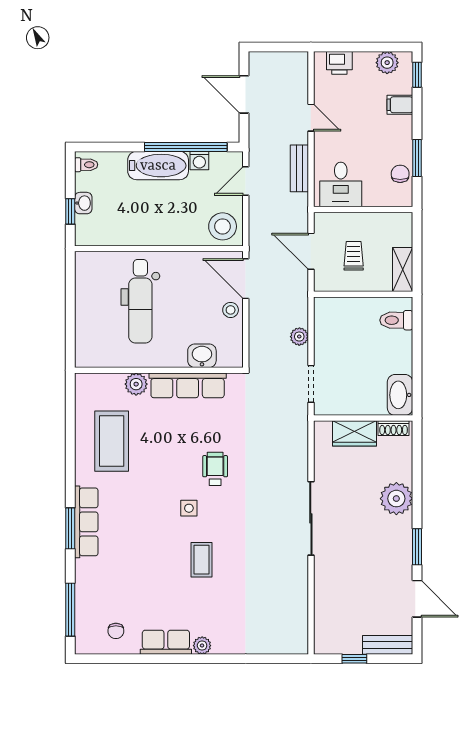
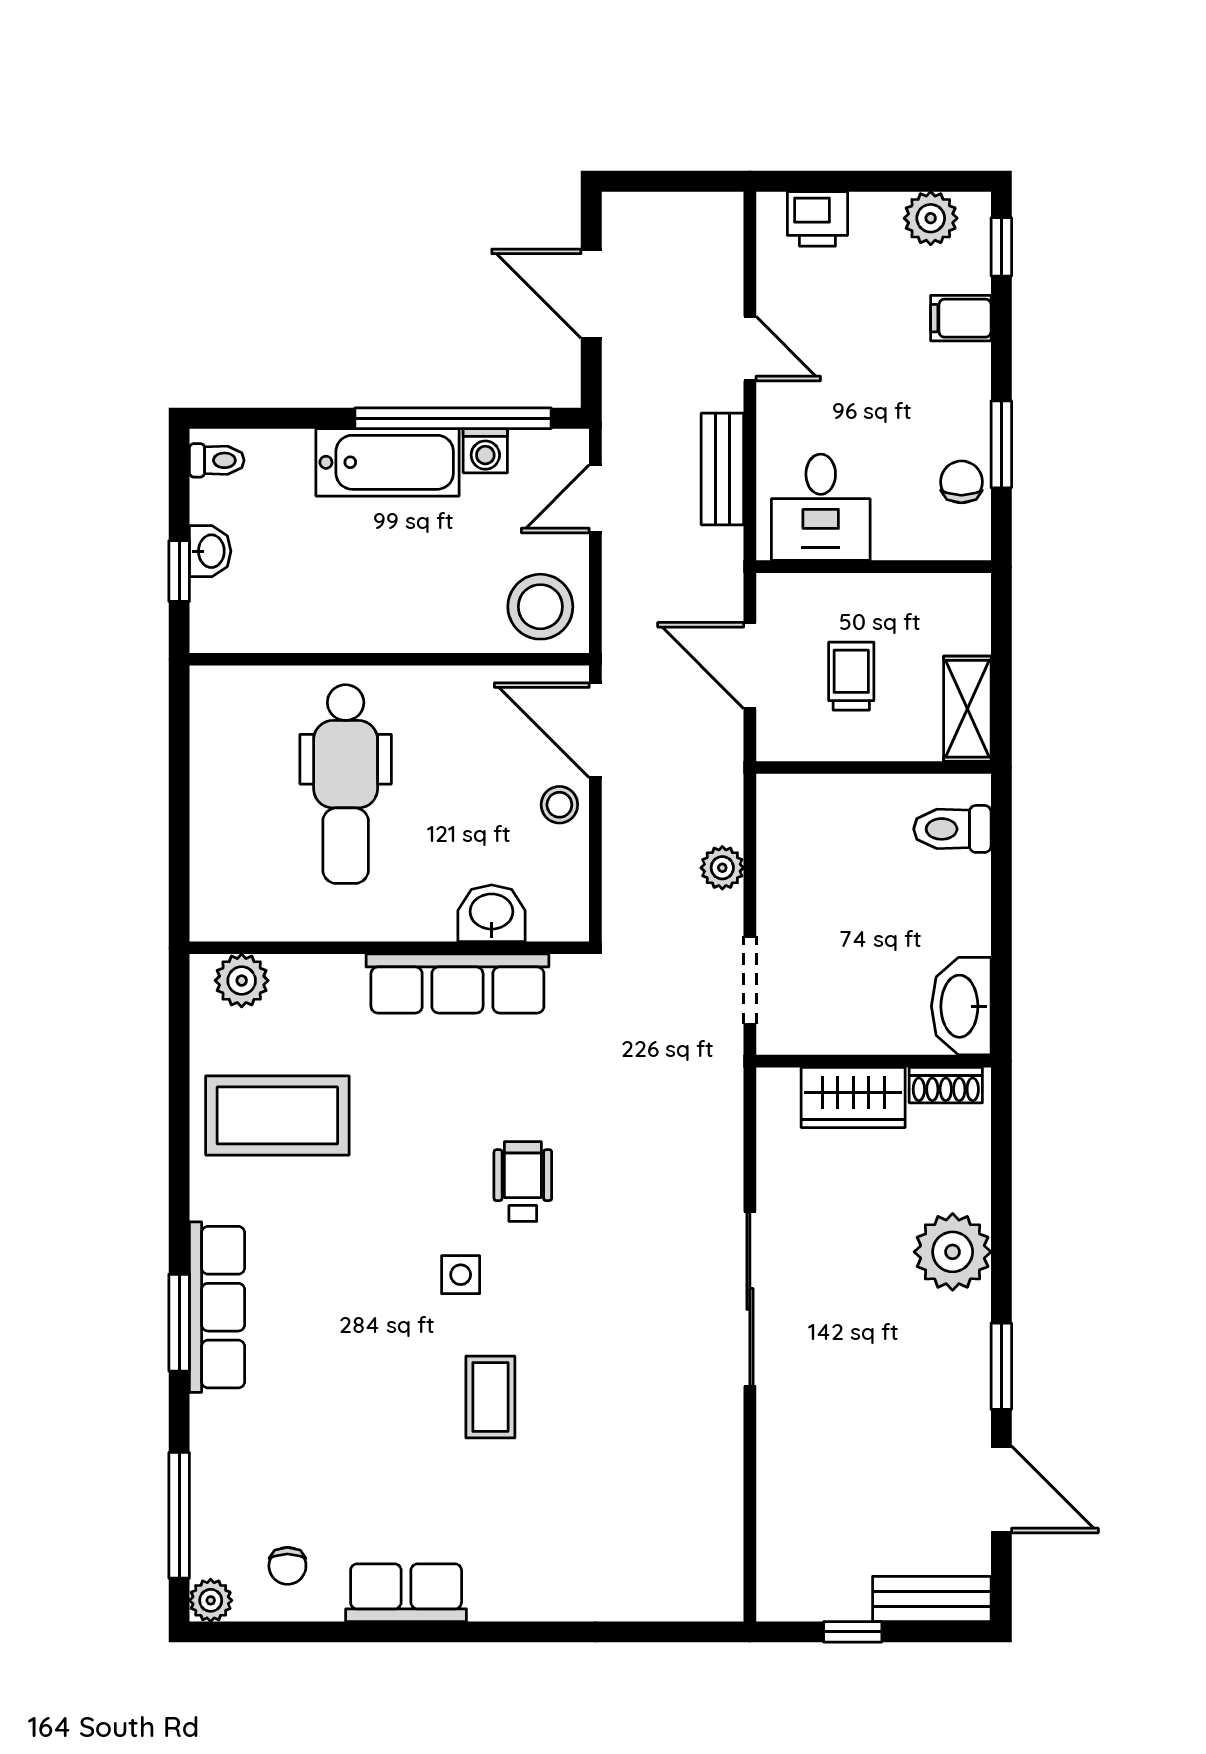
plant: (136, 384) -> (242, 981), moved
coffee table: (112, 441) -> (277, 1115), turned 90
plant: (202, 646) -> (211, 1600), moved

